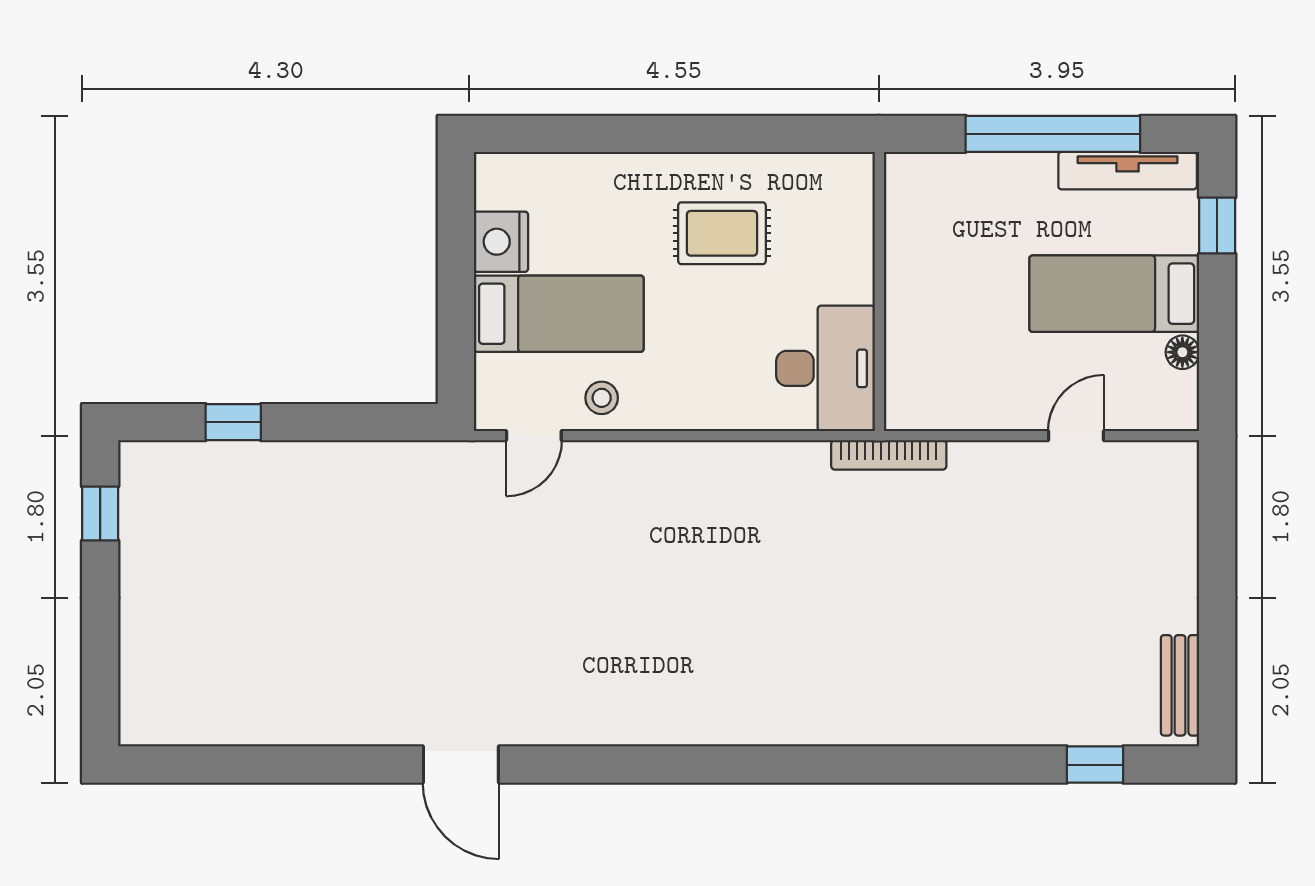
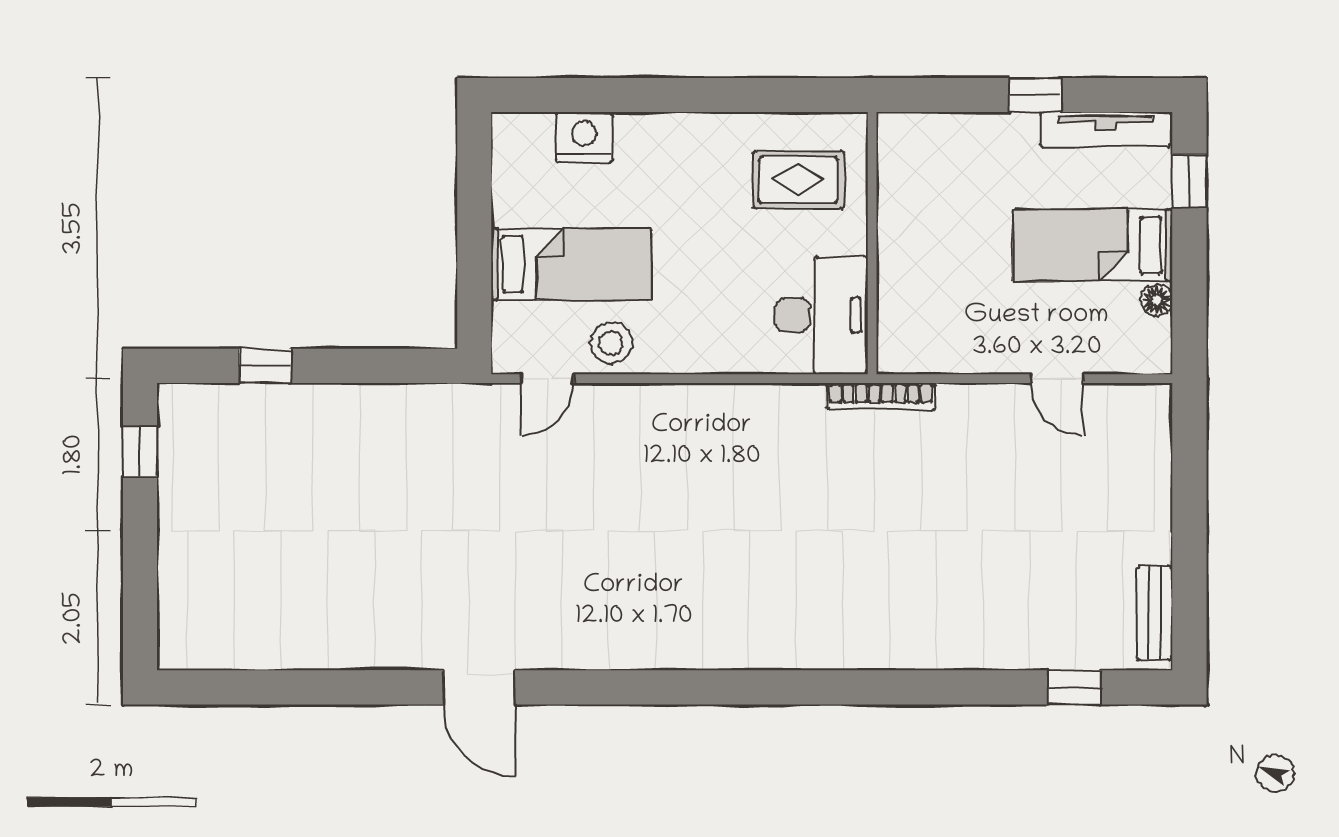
window: (1053, 134) -> (1035, 95), width x0.32
rug: (722, 233) -> (798, 180), moved
nightstand: (501, 242) -> (584, 137), moved, turned 90
stool: (602, 398) -> (611, 343), width x1.37, depth x1.37
door: (1076, 436) -> (1057, 379), swing flipped

